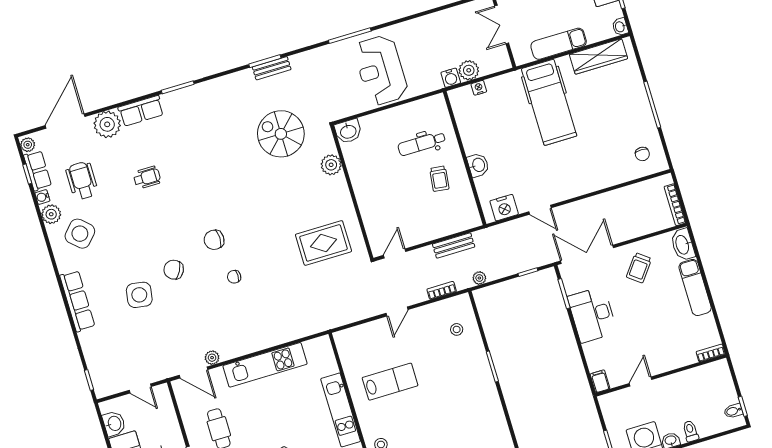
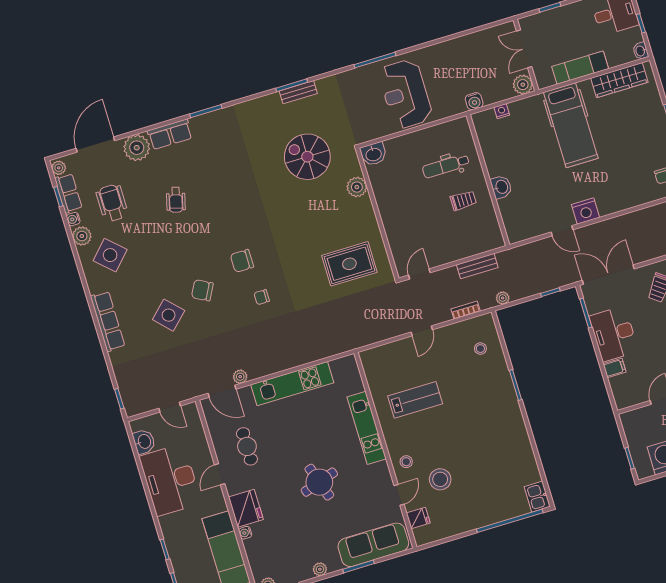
plant: (469, 70) -> (523, 85), moved
wheelchair: (147, 177) -> (176, 200), turned 105
trolley: (439, 179) -> (463, 201), turned -97
nightstand: (504, 208) -> (586, 211), moved
side table: (139, 295) -> (169, 315), turned 37
filing cabinet: (600, 381) -> (614, 368), moved, turned 90

